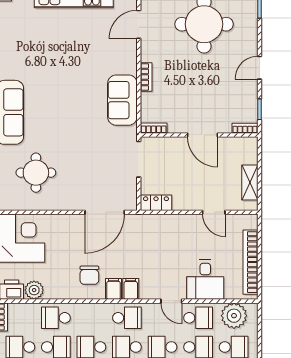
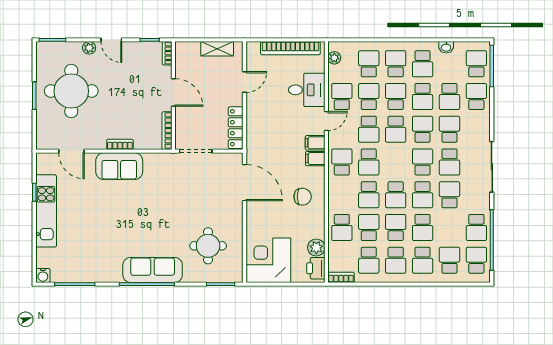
plant: (251, 44) -> (89, 48), added
sofa: (122, 100) -> (119, 166), moved
bookcase: (154, 128) -> (167, 131), width x1.56
door: (202, 135) -> (173, 92), hinge flipped
locker: (156, 203) -> (236, 128), width x1.53
filing cabinet: (114, 289) -> (315, 143), moved
plant: (234, 316) -> (334, 58), width x0.53, depth x0.53

